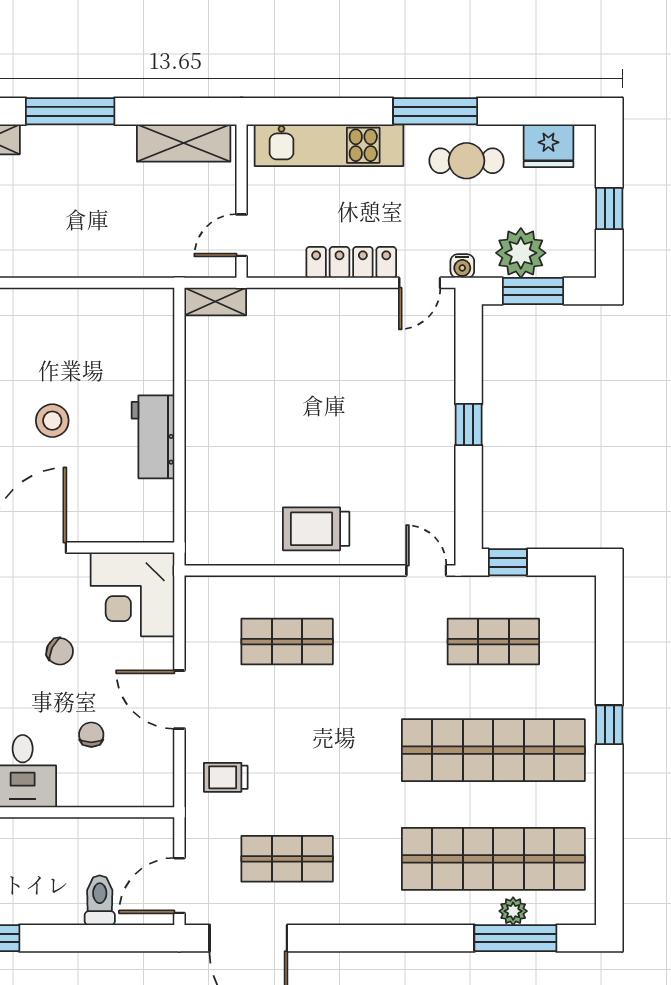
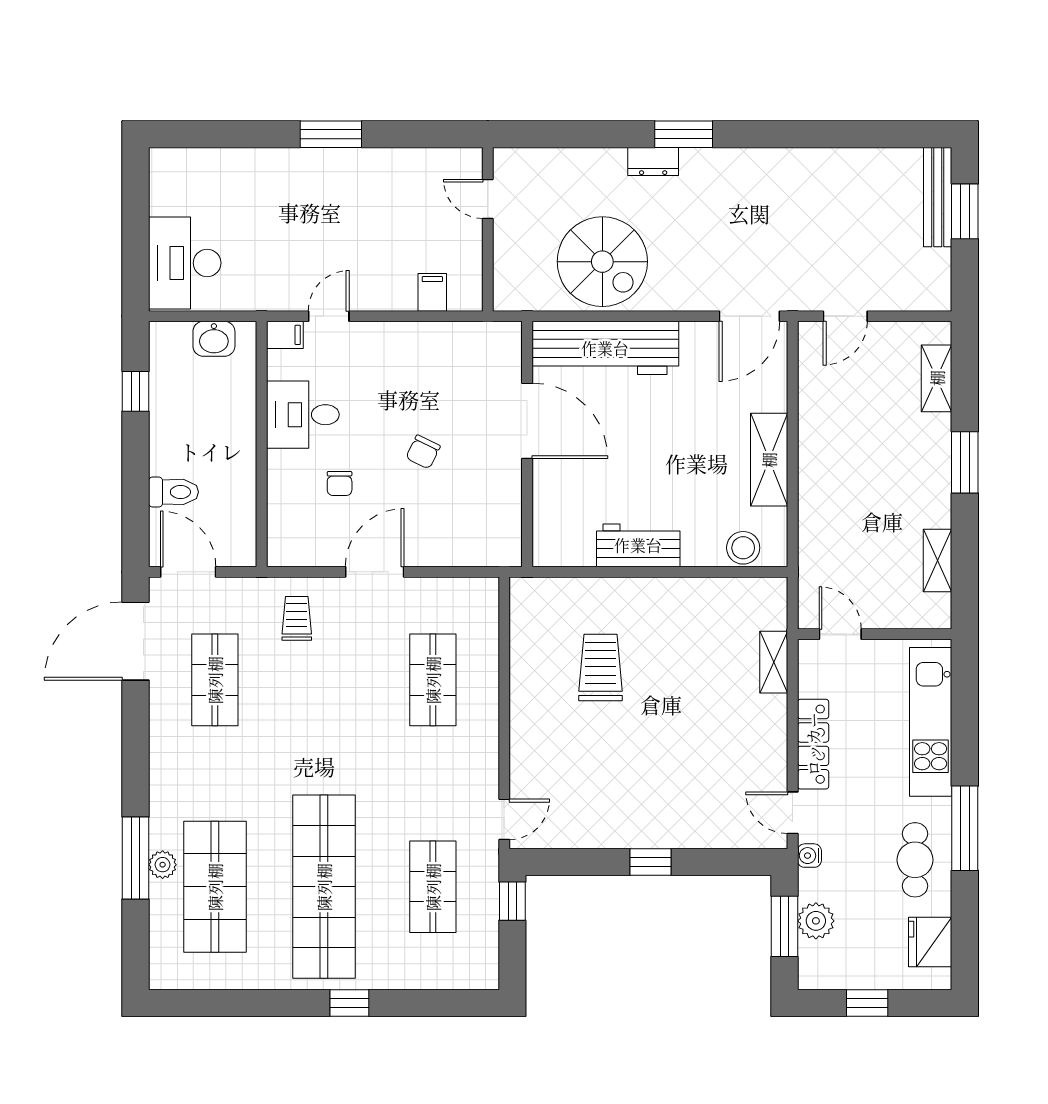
window: (70, 111) -> (965, 462), width x0.69
shelving: (184, 143) -> (938, 560), width x0.67, depth x0.75
plant: (521, 253) -> (816, 921), width x0.73, depth x0.73
shelving: (215, 302) -> (774, 662), moved
shelving: (67, 306) -> (769, 460), added
stool: (52, 421) -> (743, 548), moved
trolley: (316, 529) -> (600, 667), moved
corner desk: (133, 594) -> (480, 525), removed
chair: (91, 735) -> (340, 484), turned 90
shop shelf: (493, 859) -> (215, 887), width x0.71
plant: (513, 911) -> (163, 865), moved
window: (515, 938) -> (135, 858), moved

